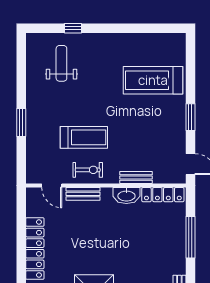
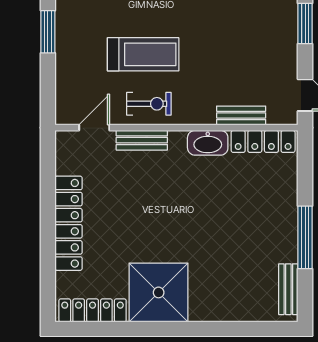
bench: (136, 178) -> (241, 115), moved
door: (52, 186) -> (94, 128), swing flipped
window: (190, 237) -> (305, 237), moved

